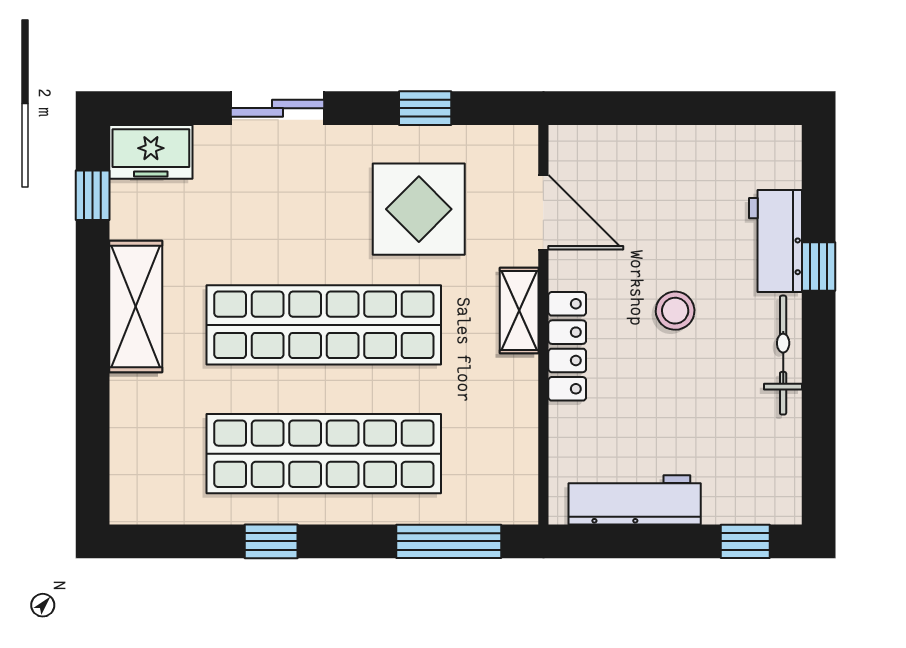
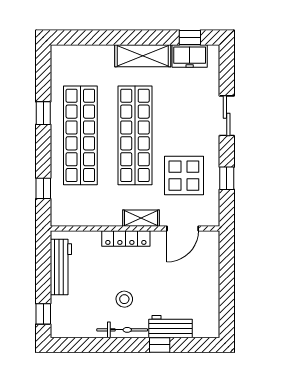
freezer: (151, 152) -> (190, 56), moved, turned -90
stool: (675, 311) -> (124, 299), moved
window: (449, 541) -> (43, 188), width x0.46

